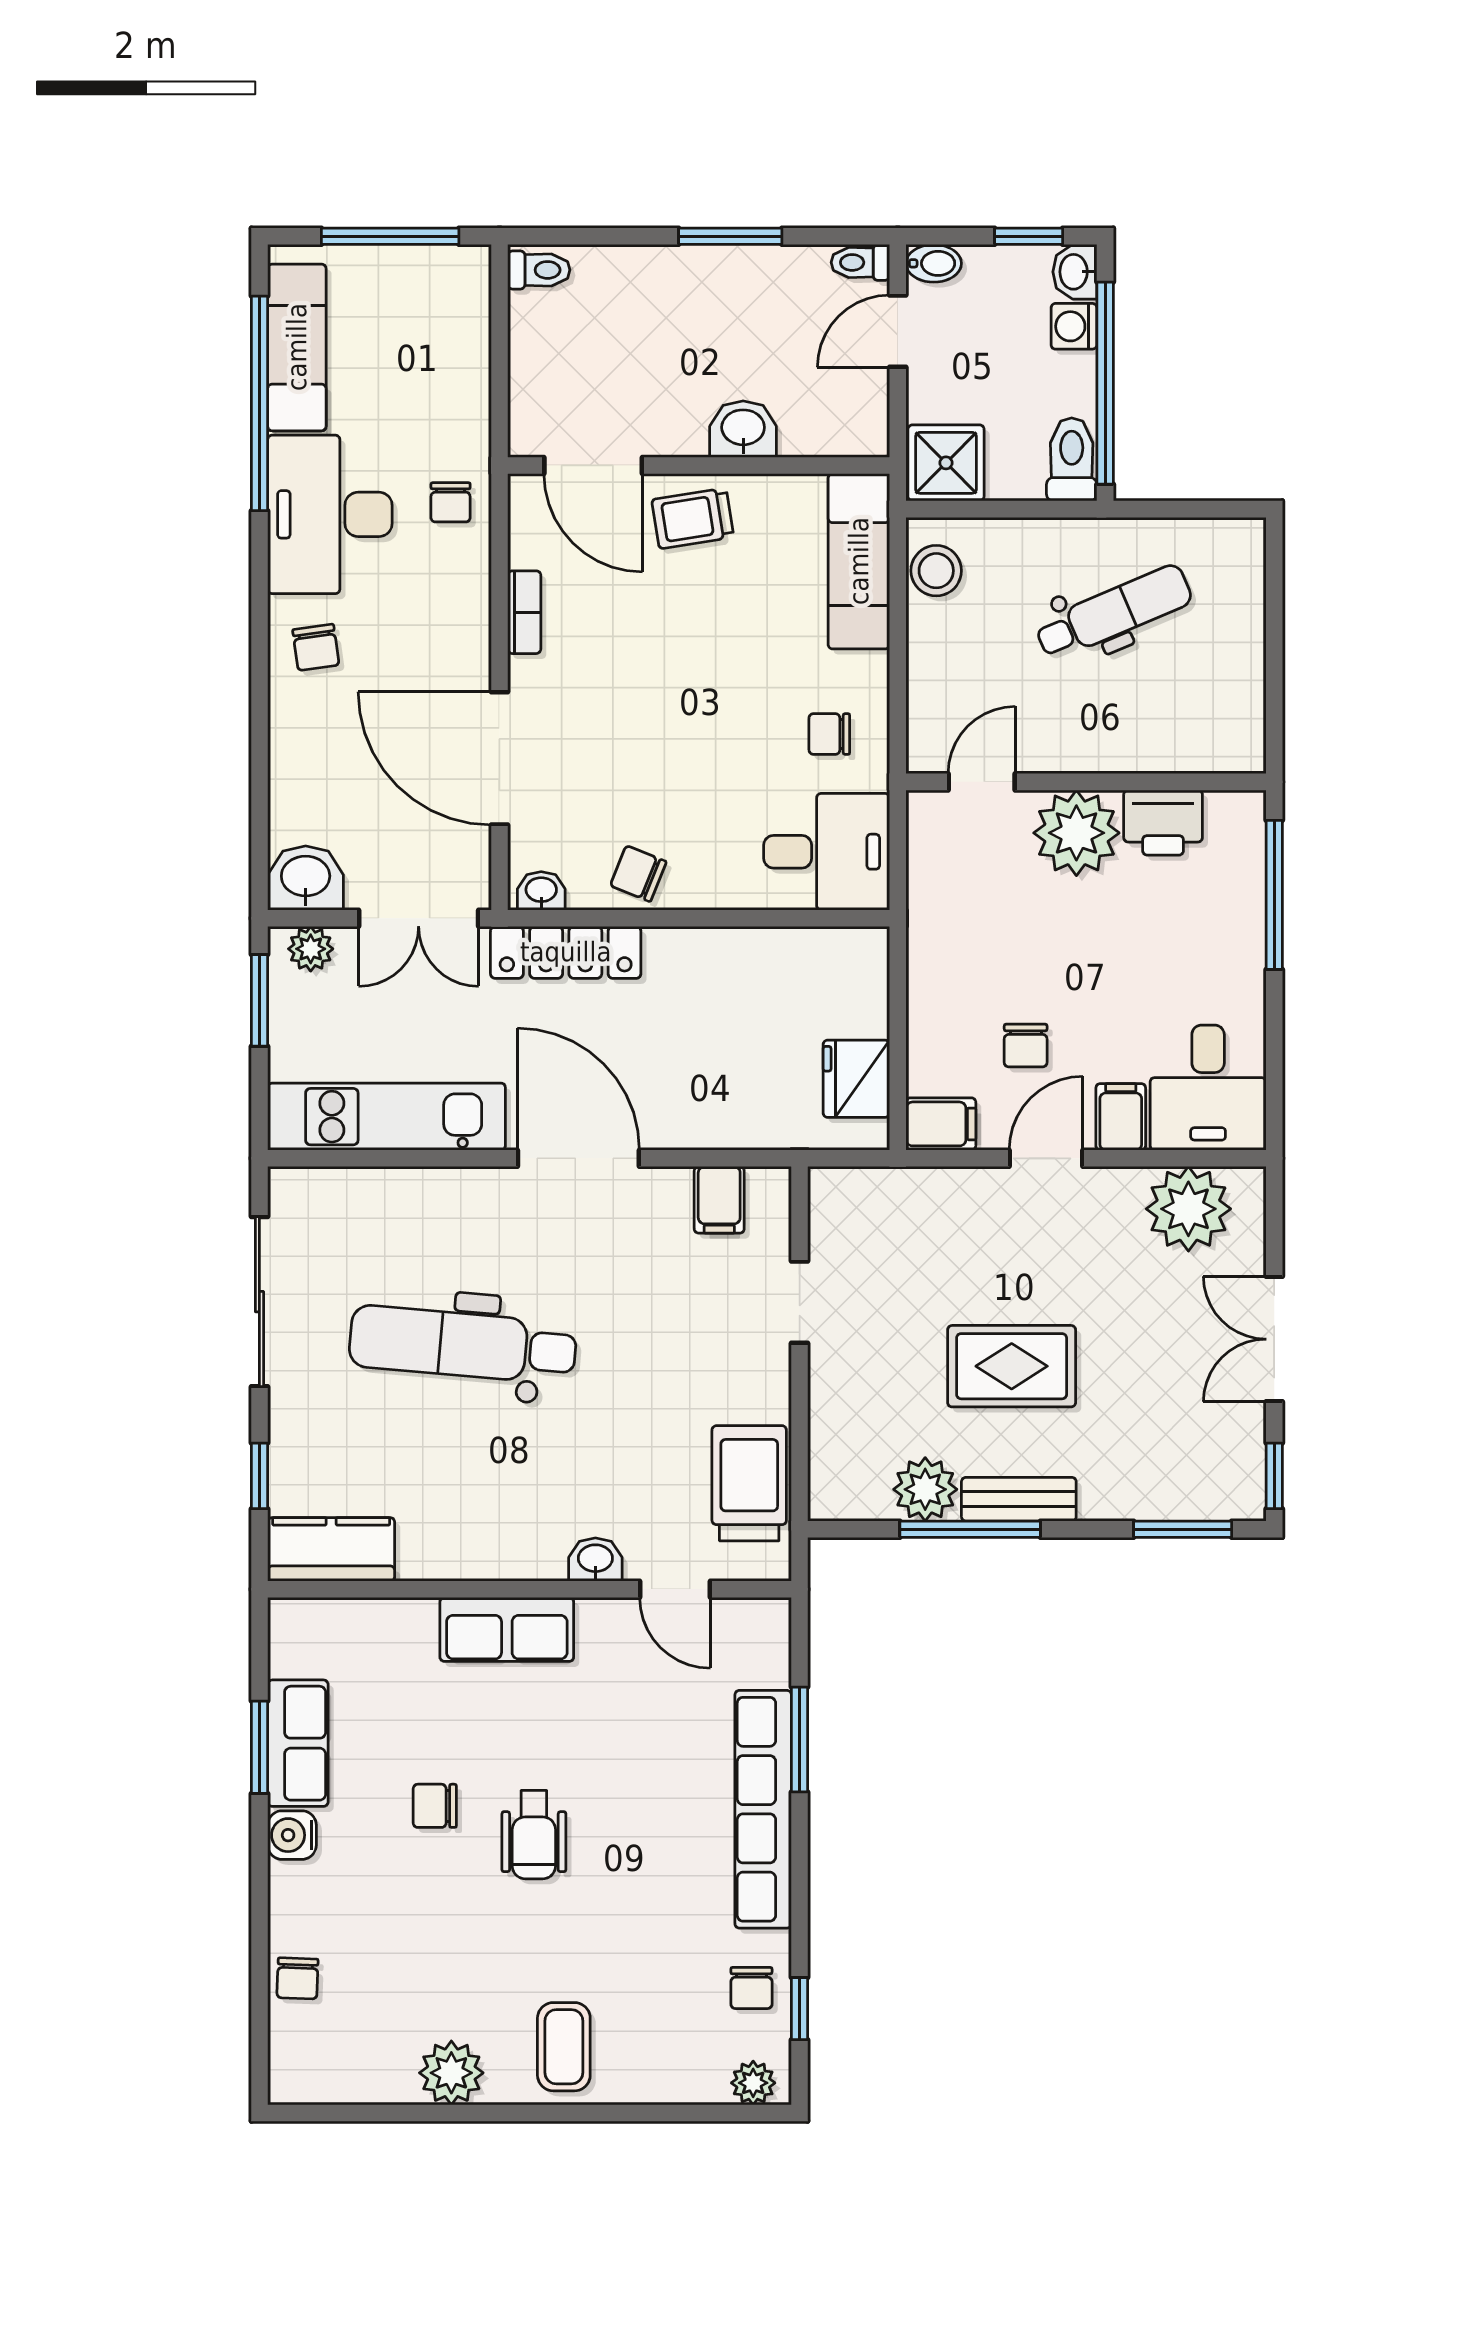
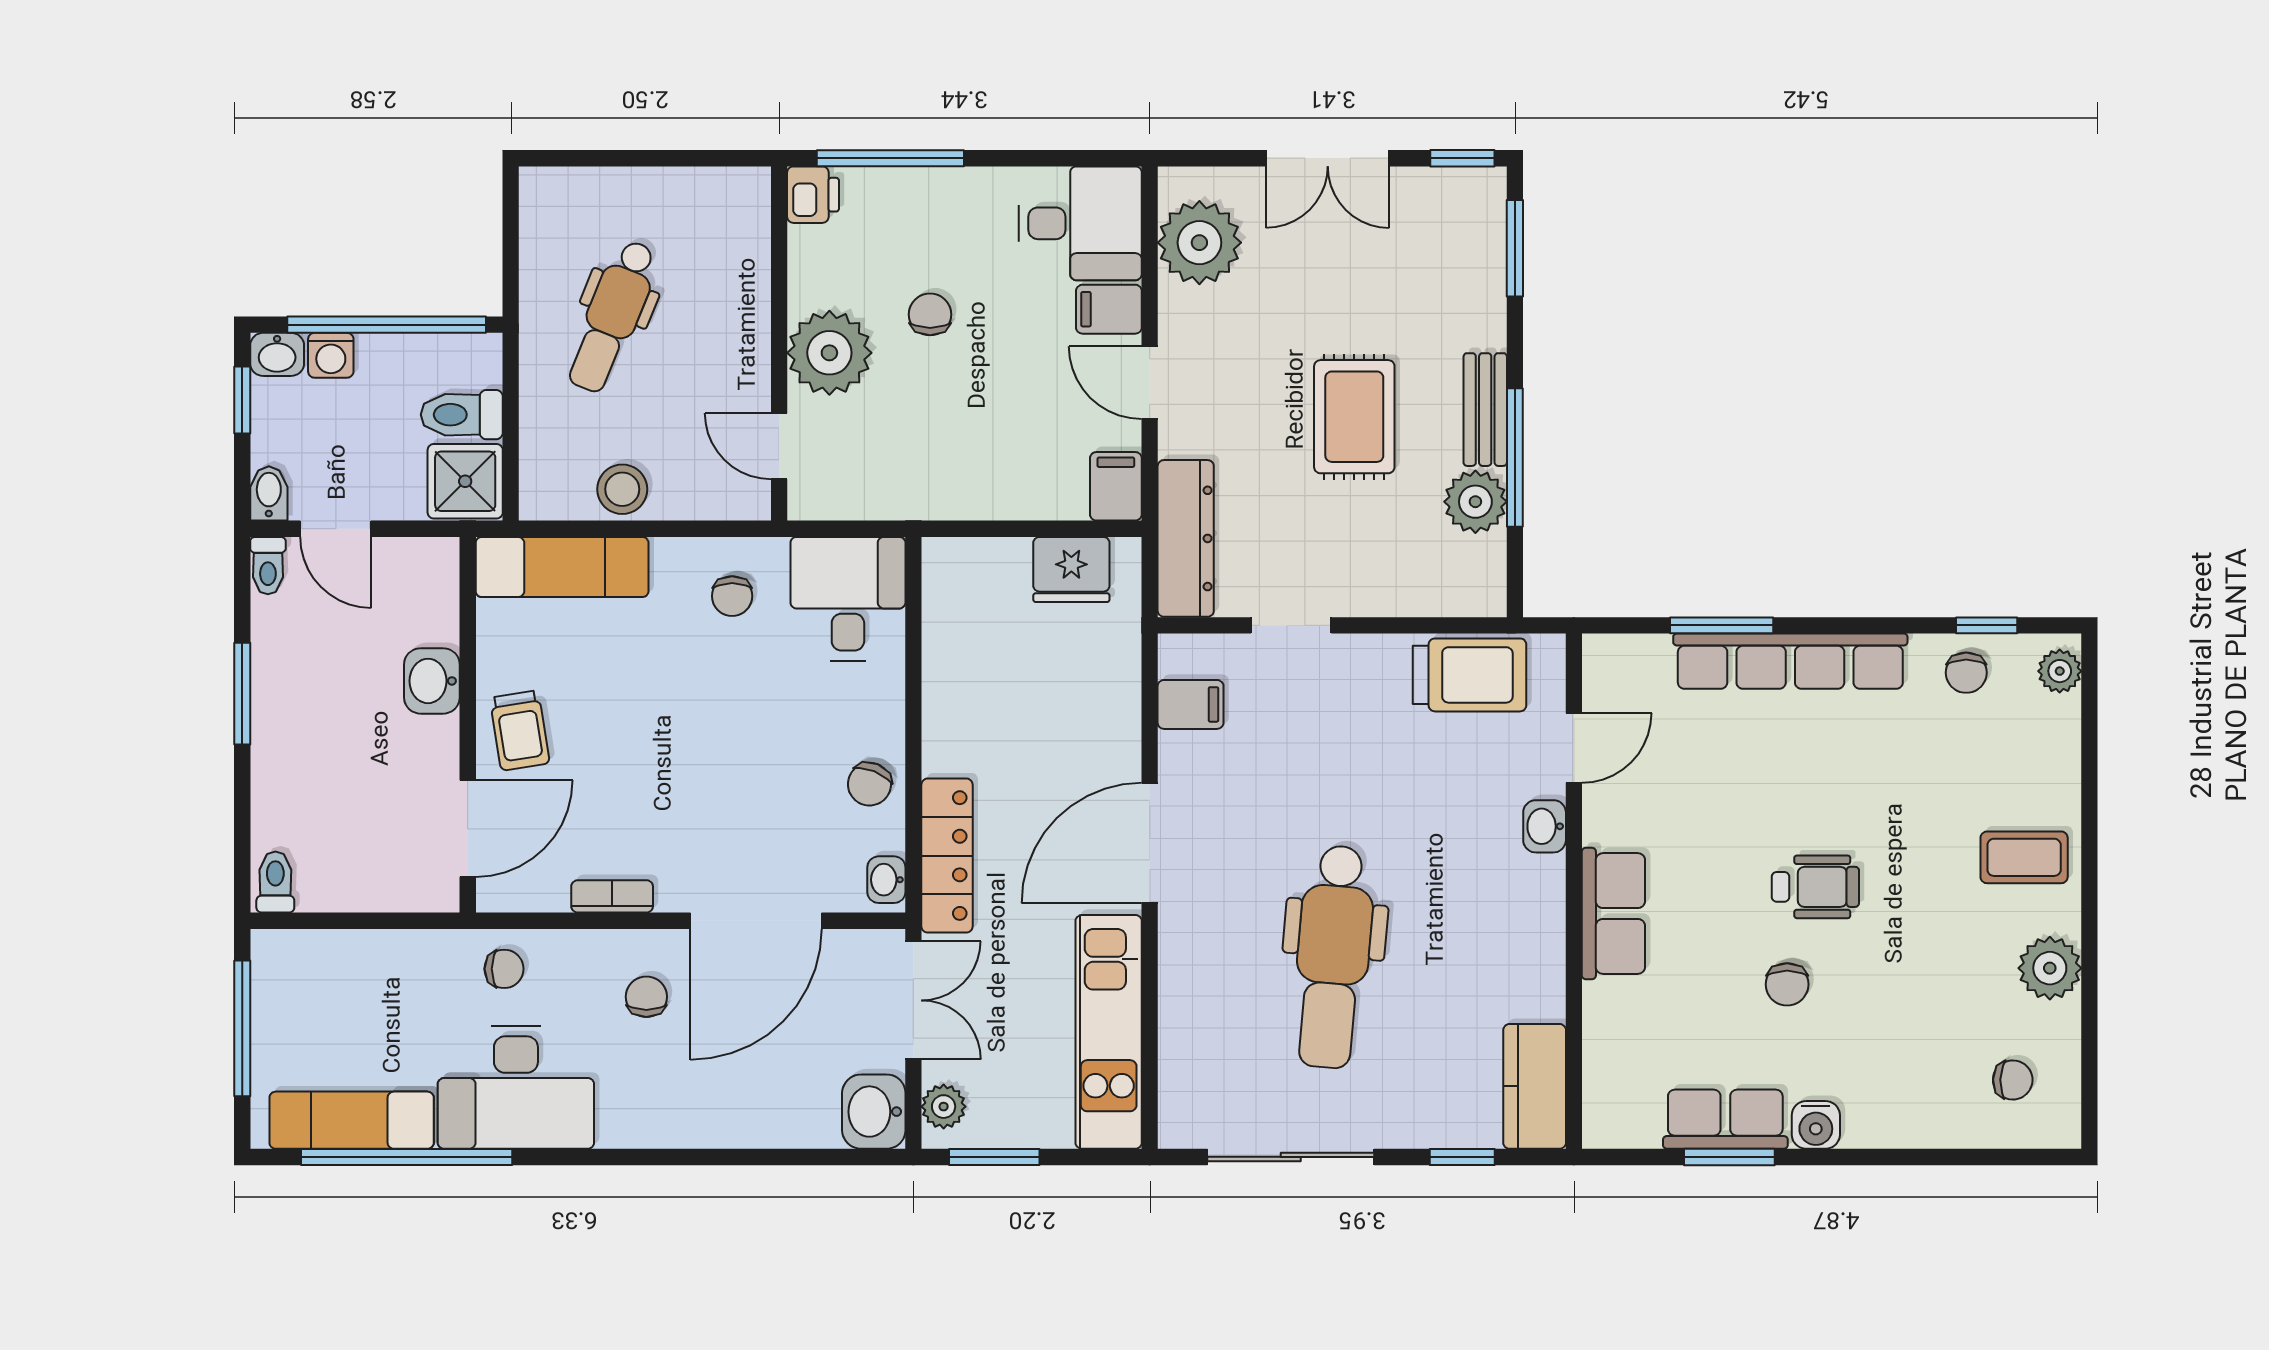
toilet: (1072, 459) -> (462, 415), moved
stool: (936, 571) -> (622, 489), moved
dental chair: (1114, 612) -> (612, 316), turned -135
chair: (316, 647) -> (646, 997), moved, turned -82
printer: (1163, 823) -> (813, 195), moved, width x0.73, depth x0.81
chair: (1026, 1046) -> (930, 314), moved, turned -90
dresser: (888, 1195) -> (1186, 538), added
trolley: (749, 1483) -> (1469, 675), turned 180
chair: (297, 1978) -> (2013, 1080), moved
chair: (751, 1988) -> (1966, 673), turned 90

